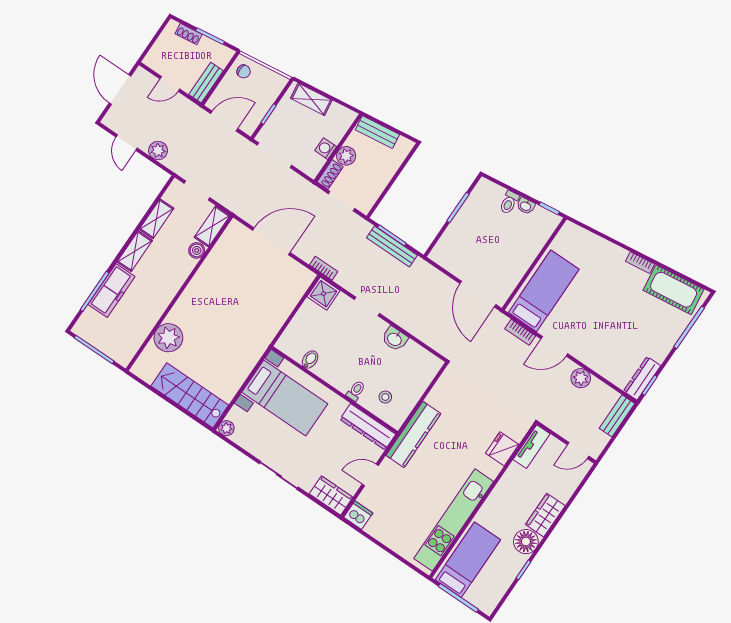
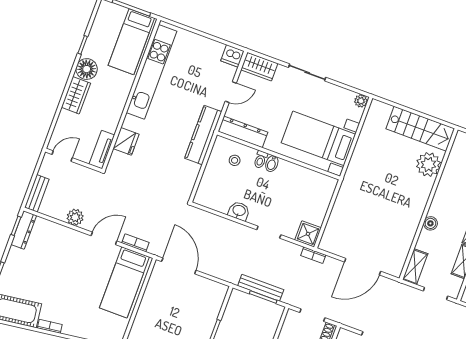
boiler: (197, 250) -> (430, 223), moved
bidet: (310, 360) -> (272, 164), moved
stairs: (190, 395) -> (420, 129), moved

